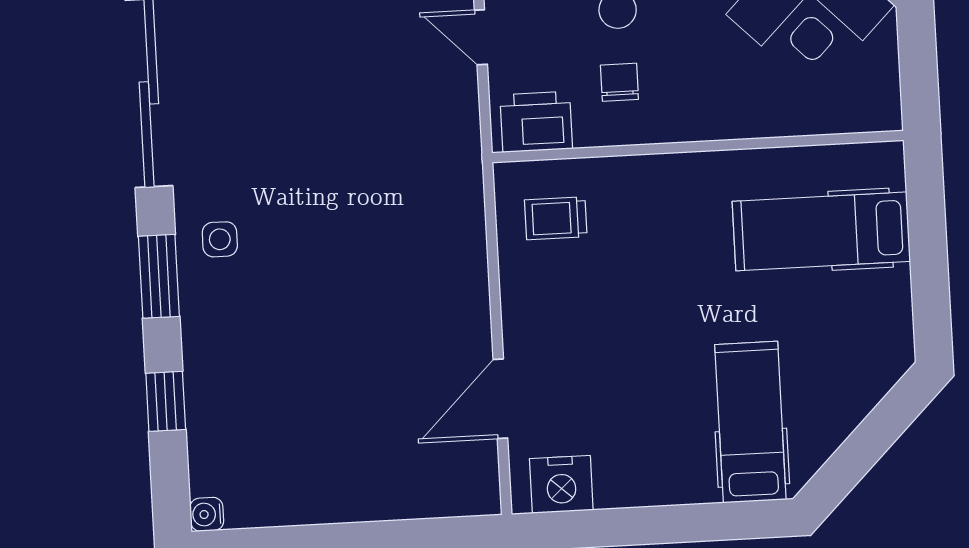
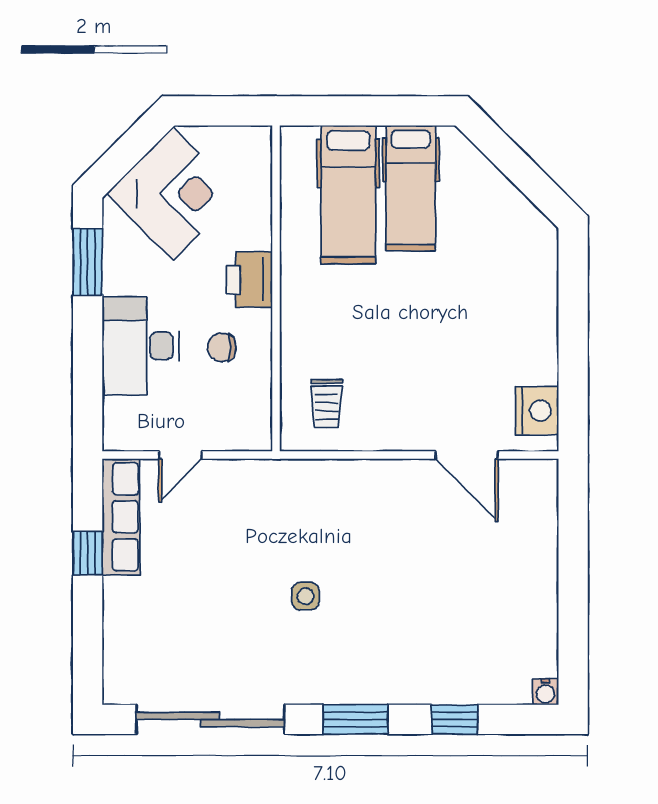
printer: (536, 122) -> (250, 280), moved
side table: (220, 239) -> (306, 596), moved
hospital bed: (750, 422) -> (411, 188), moved, turned -90

